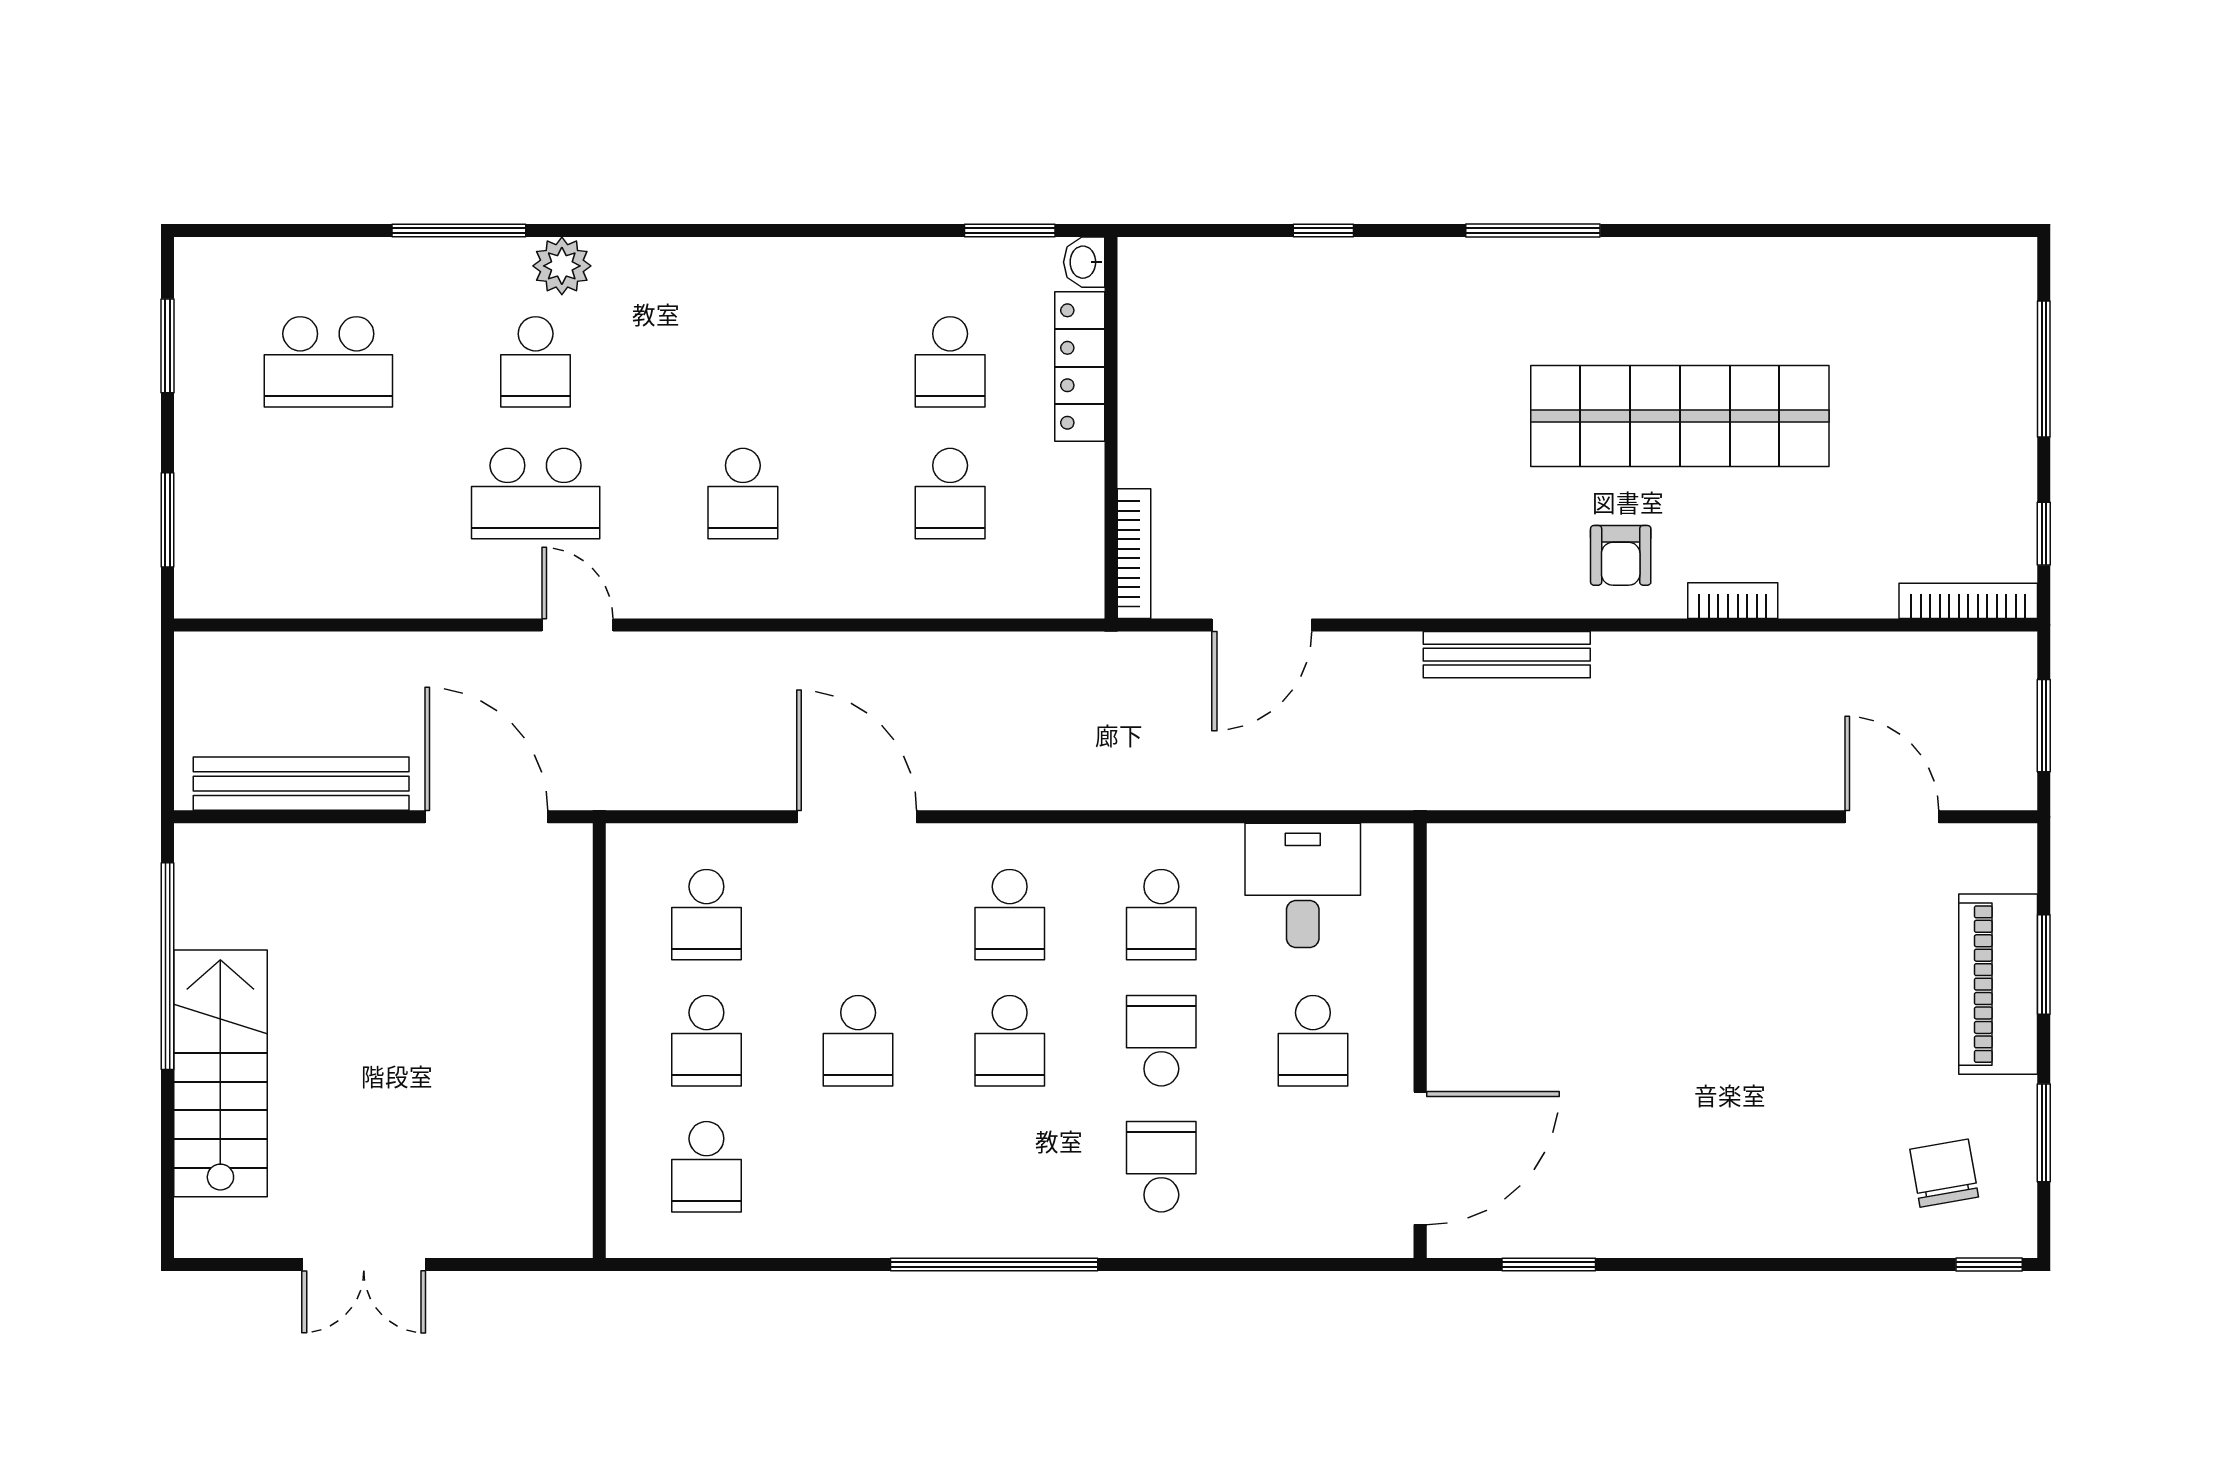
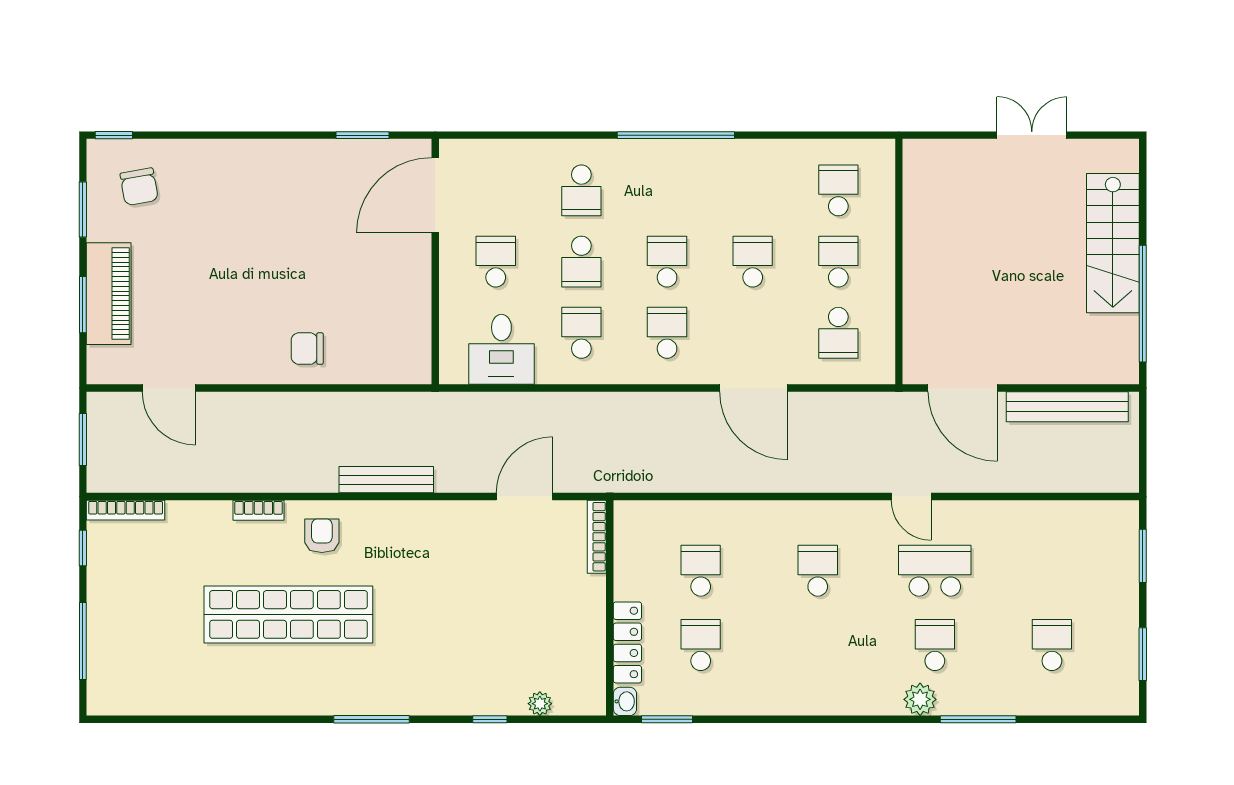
plant: (1235, 258) -> (540, 704), added
school desk: (328, 362) -> (1052, 645), width x0.54
chair: (1647, 887) -> (307, 349), added
school desk: (706, 915) -> (838, 333), turned 180

